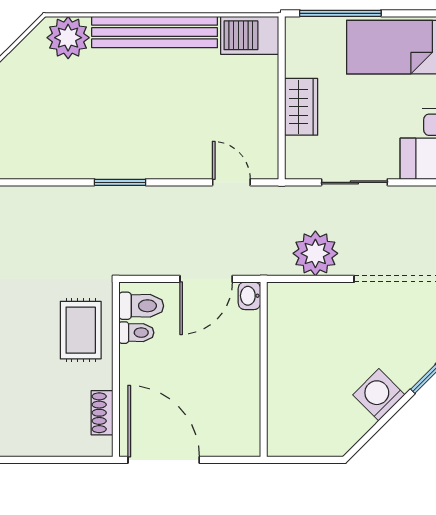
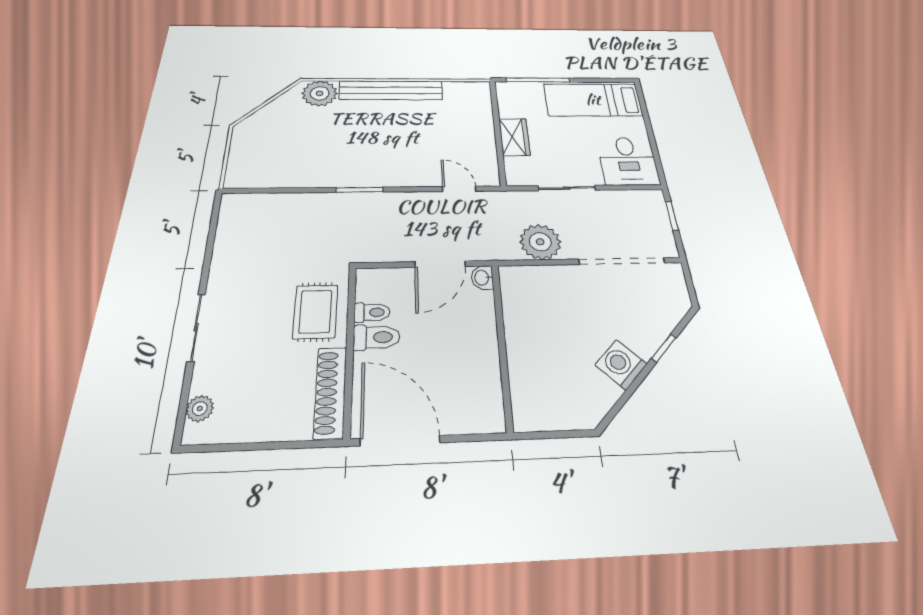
barbecue: (250, 35) -> (468, 92), removed
toilet: (141, 306) -> (377, 337), moved
shoe rack: (102, 413) -> (330, 392), width x1.94, depth x1.24

